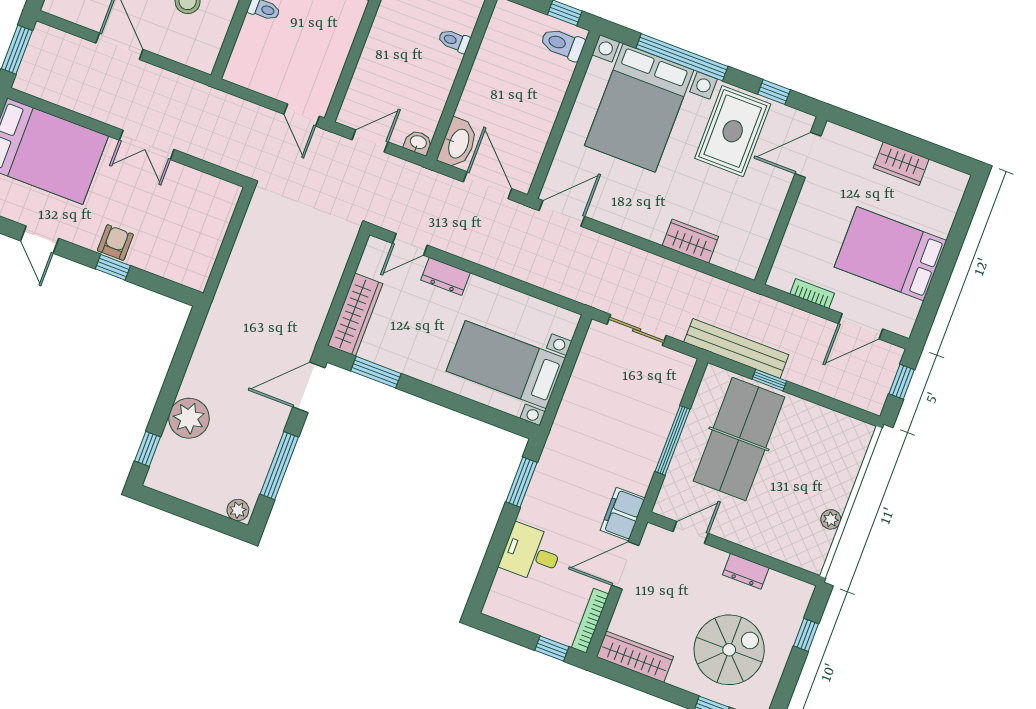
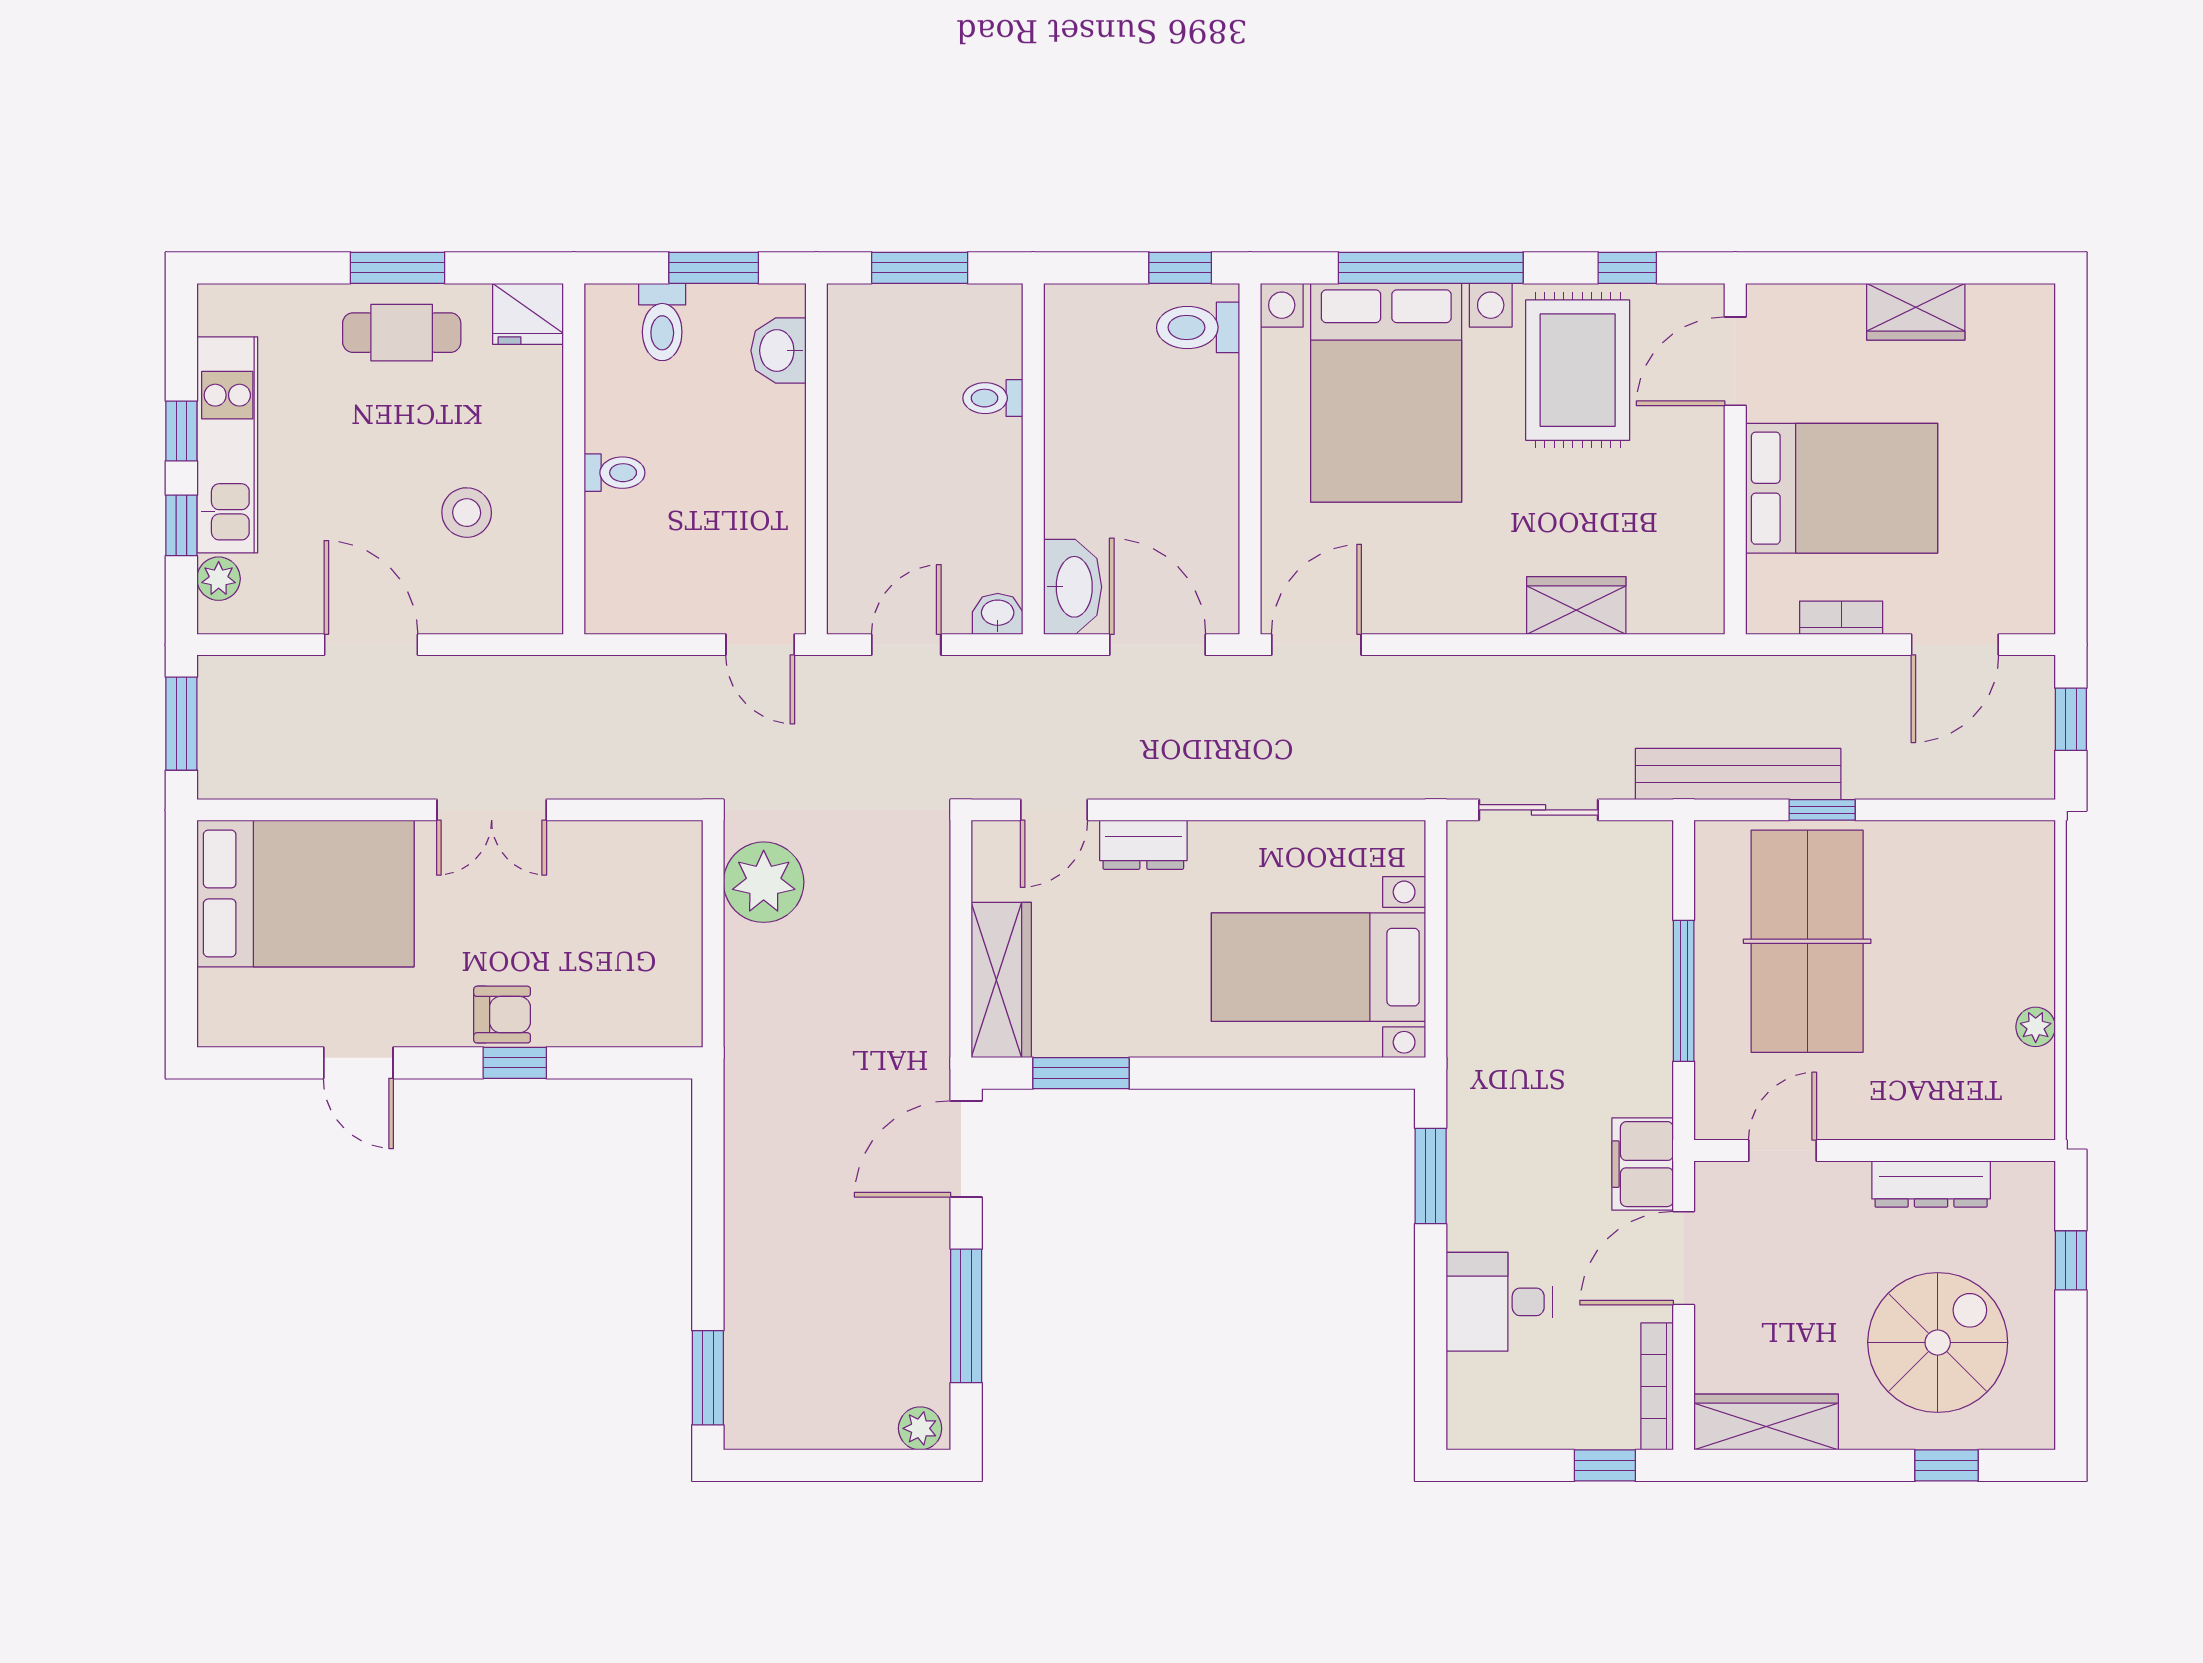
armchair: (115, 243) -> (502, 1015), turned 90
bed: (890, 254) -> (1842, 488), moved, turned 180
plant: (189, 418) -> (764, 882), moved
window: (148, 449) -> (708, 1378), width x1.50
dresser: (746, 571) -> (1931, 1184), width x1.44

